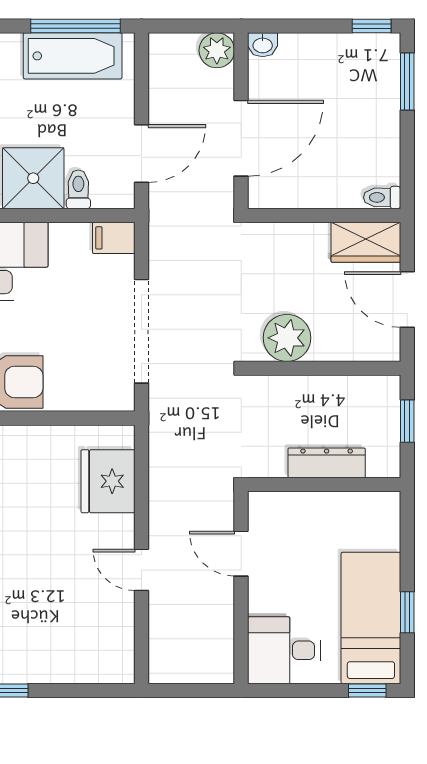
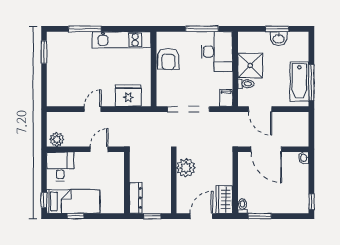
plant: (217, 50) -> (57, 139), moved
window: (407, 82) -> (260, 216), moved
dresser: (327, 463) -> (136, 198), moved

